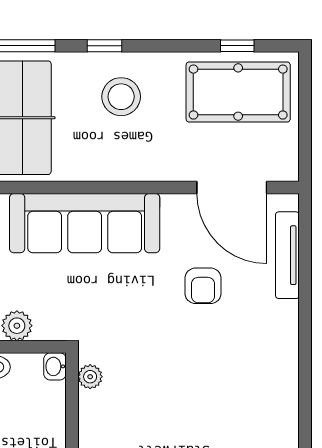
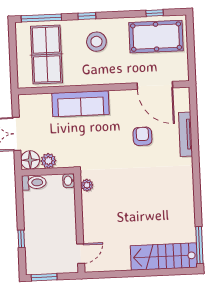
sofa: (85, 223) -> (81, 104), width x0.74, depth x0.79
tv unit: (287, 255) -> (185, 134), moved
armchair: (203, 286) -> (142, 136), turned 180

